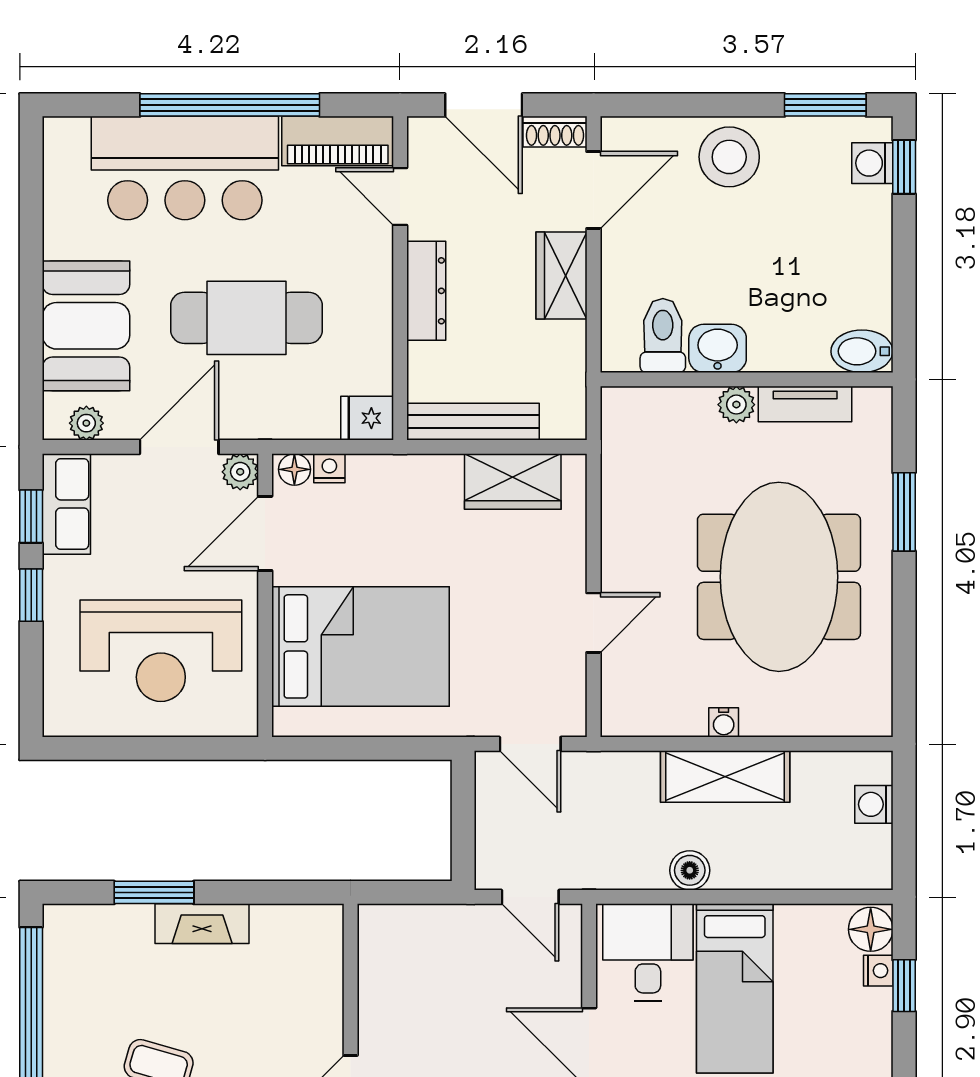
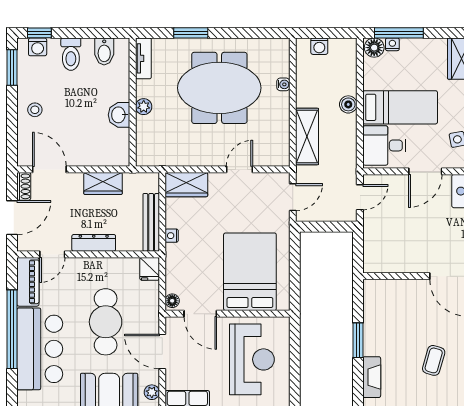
stool: (729, 157) -> (35, 110), width x0.53, depth x0.53
wardrobe: (562, 276) -> (103, 183), moved
toilet: (663, 336) -> (71, 54), moved, turned -90
bidet: (862, 351) -> (104, 51), moved
tv unit: (805, 404) -> (143, 58), moved
nightstand: (329, 468) -> (172, 236), moved
plant: (240, 472) -> (173, 325), removed
wardrobe: (513, 482) -> (186, 185), moved, turned 90
door: (594, 623) -> (239, 169), hinge flipped
water cooler: (724, 722) -> (283, 84), moved
shelving: (725, 776) -> (307, 136), moved
boiler: (690, 870) -> (348, 104), moved
window: (154, 892) -> (358, 340), moved
fireplace: (202, 924) -> (372, 377), moved
window: (904, 986) -> (399, 33), width x2.17

